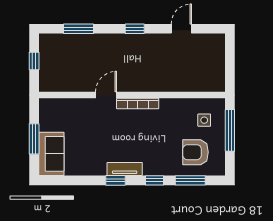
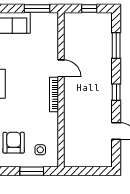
window: (230, 130) -> (32, 171), width x0.69
window: (34, 139) -> (37, 9), moved

